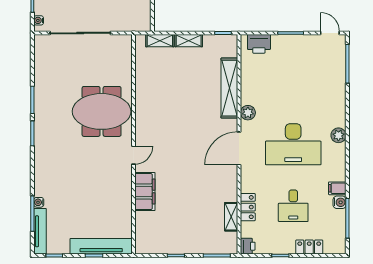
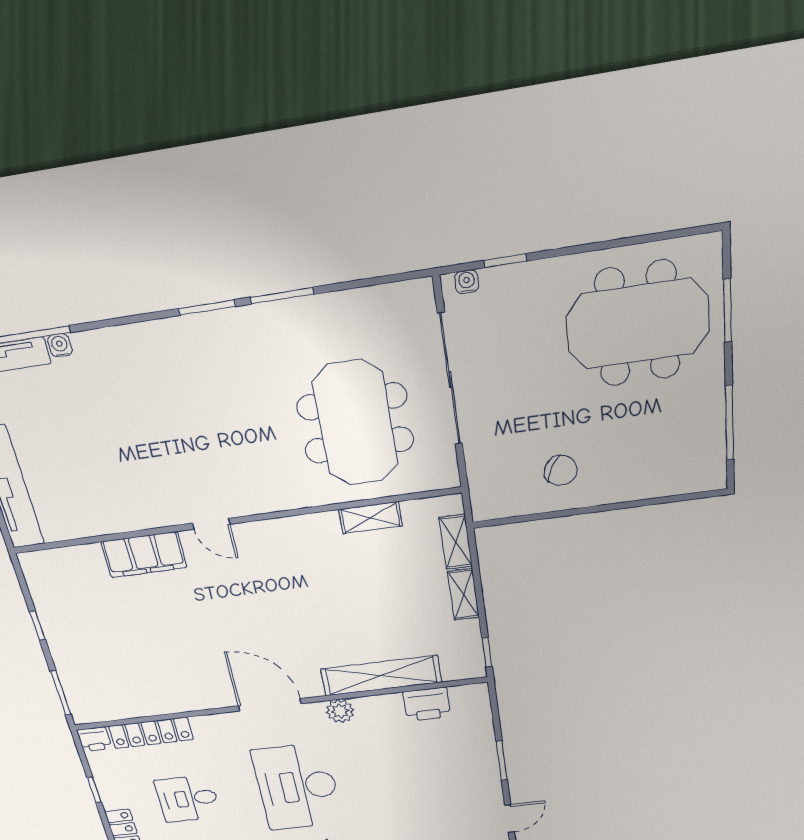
printer: (259, 44) -> (427, 704), moved, turned -90
meeting table: (102, 111) -> (356, 423), moved
locker: (248, 207) -> (151, 733), width x1.53
shelving: (231, 217) -> (370, 518), moved

